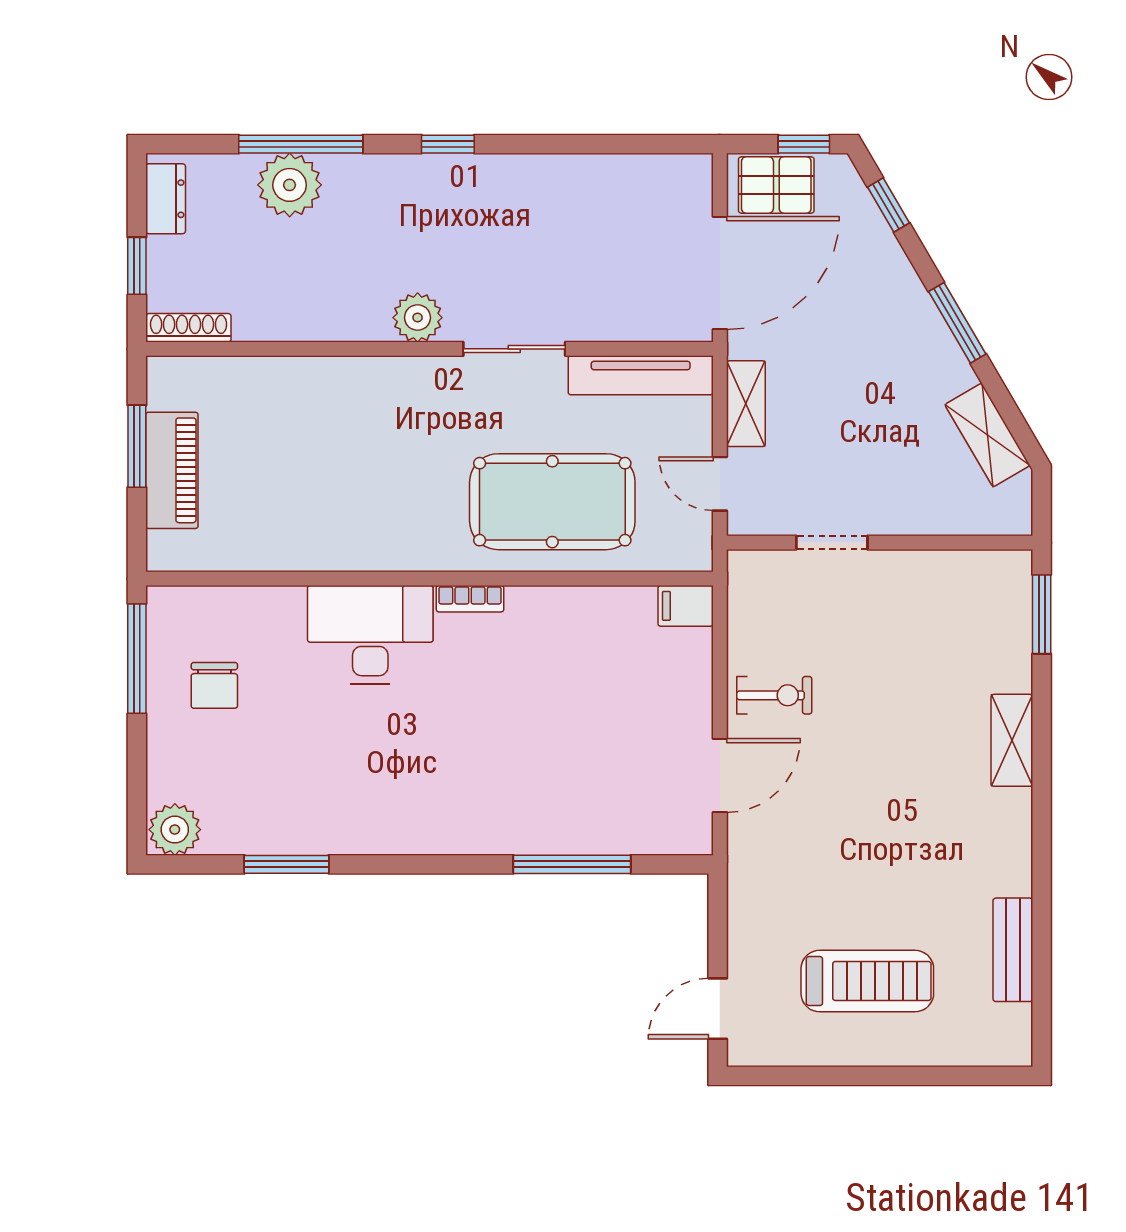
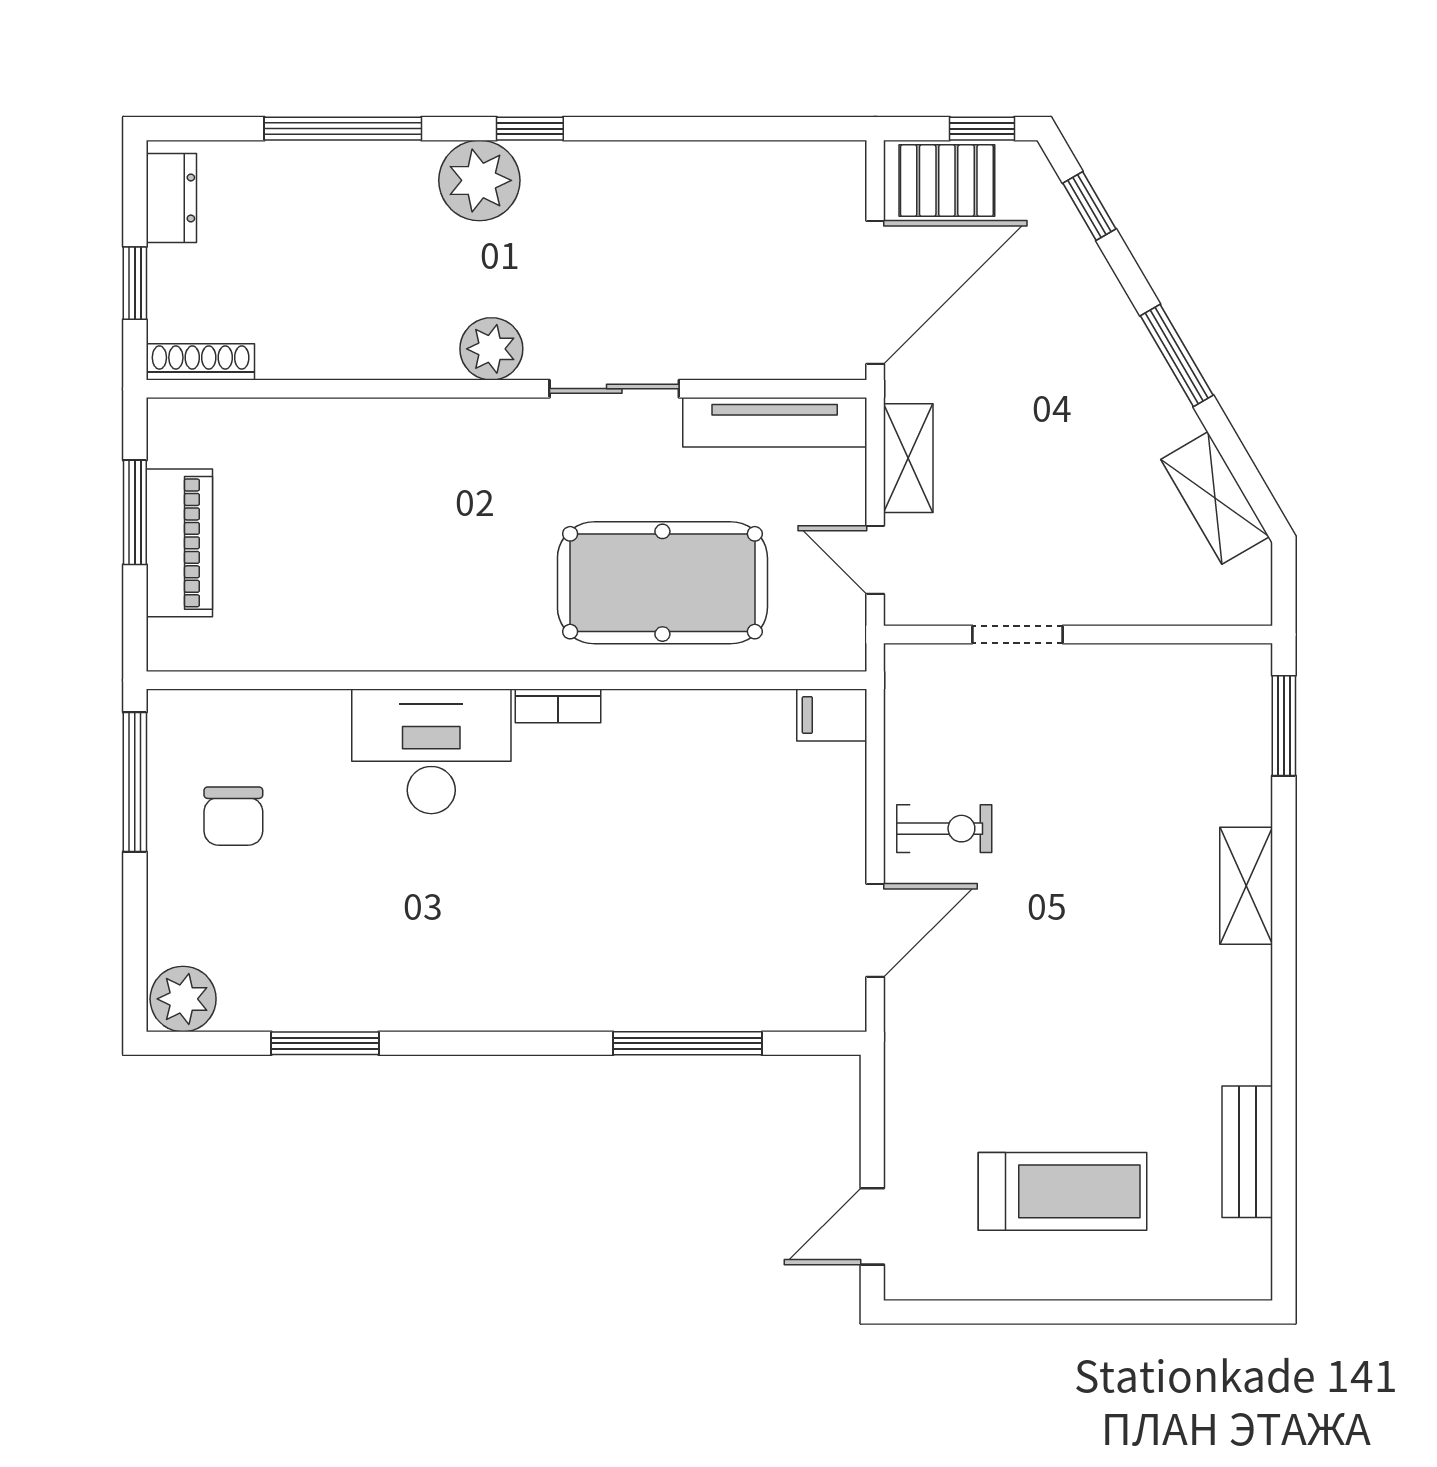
plant: (290, 185) -> (479, 180), moved

